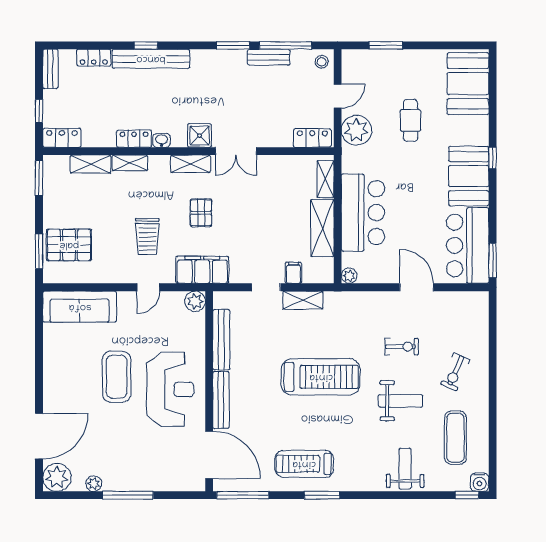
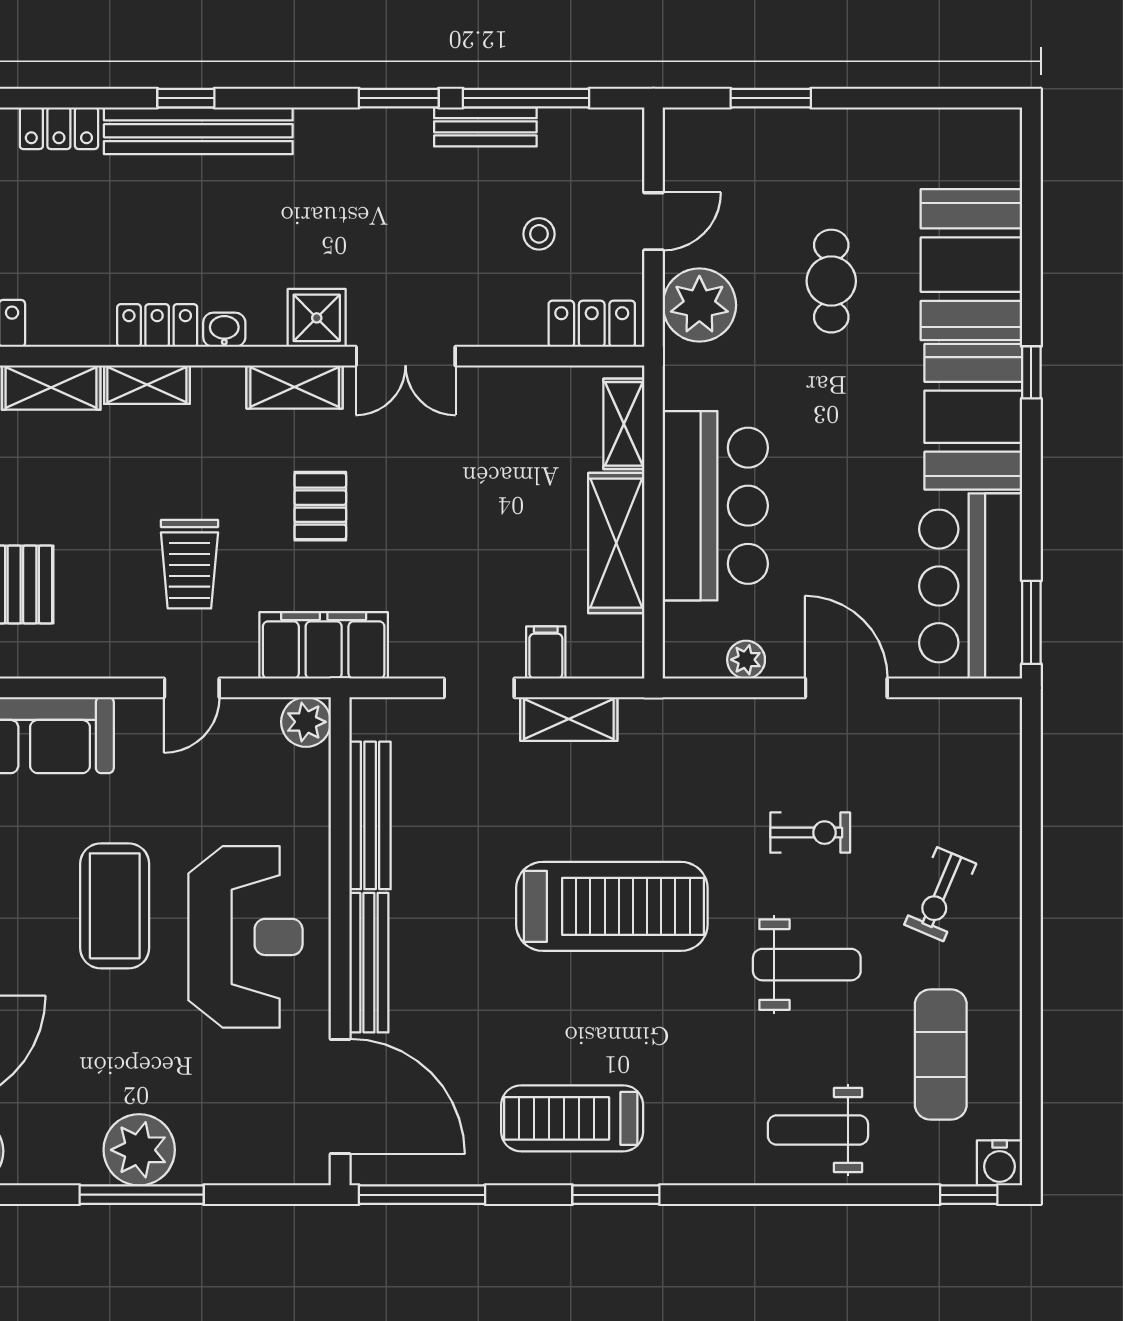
stool: (322, 62) -> (539, 234), moved
booth: (468, 84) -> (971, 265), moved
plant: (349, 276) -> (746, 660), moved
weight bench: (405, 469) -> (818, 1130), turned -90
plant: (94, 484) -> (139, 1150), moved, width x1.88, depth x1.88

